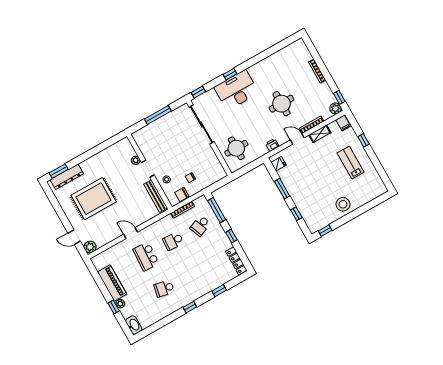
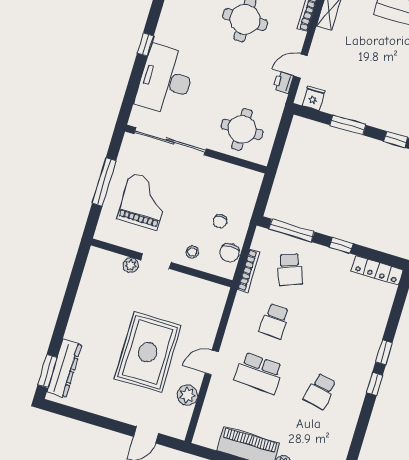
desk: (236, 90) -> (166, 80), moved
window: (198, 92) -> (127, 105), removed
grand piano: (167, 139) -> (144, 201), added
door: (297, 139) -> (301, 66), moved
bench: (156, 196) -> (199, 286), removed
rug: (94, 199) -> (148, 352), moved
plant: (90, 247) -> (187, 395), moved
window: (219, 291) -> (384, 352), moved

